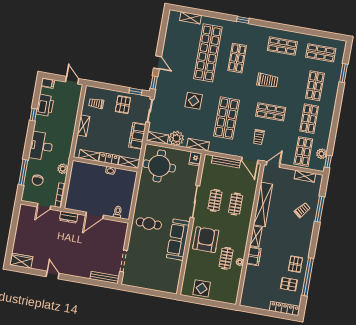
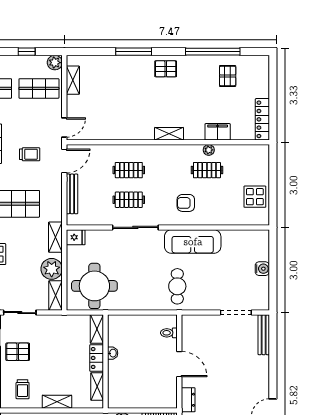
filing cabinet: (137, 136) -> (58, 324), removed
plant: (322, 154) -> (55, 63), moved
window: (328, 161) -> (27, 52), moved
door: (273, 164) -> (64, 127), swing flipped
shelving: (263, 204) -> (123, 132), removed
window: (320, 209) -> (134, 52), moved
trolley: (302, 210) -> (121, 76), removed
armchair: (206, 240) -> (186, 203), width x0.53, depth x0.53
filing cabinet: (254, 256) -> (218, 132), moved
pallet: (295, 264) -> (166, 69), moved
water cooler: (151, 285) -> (262, 269), added
locker: (285, 308) -> (262, 119), moved

